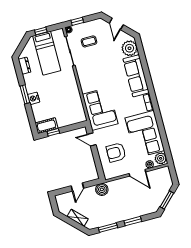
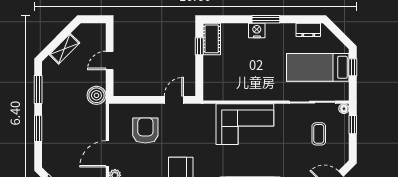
corner sofa: (100, 109) -> (245, 124), moved
door: (77, 187) -> (110, 60), hinge flipped

